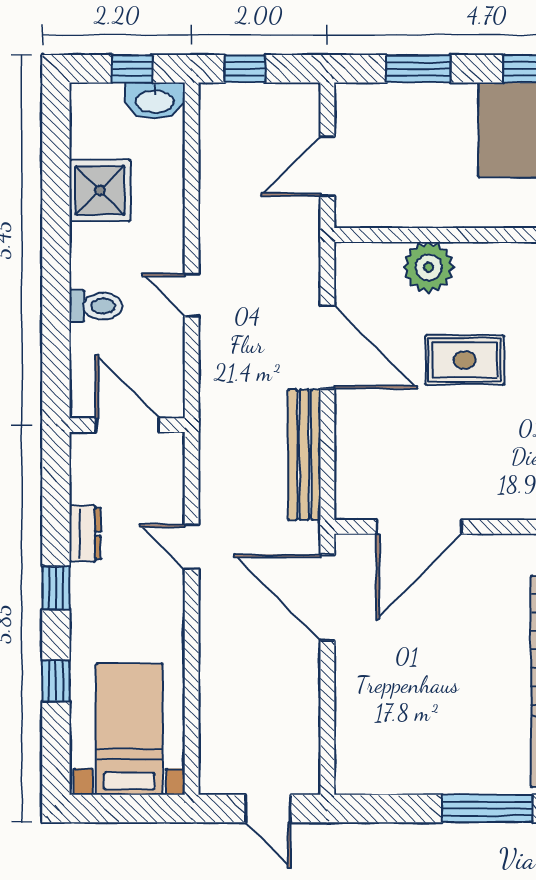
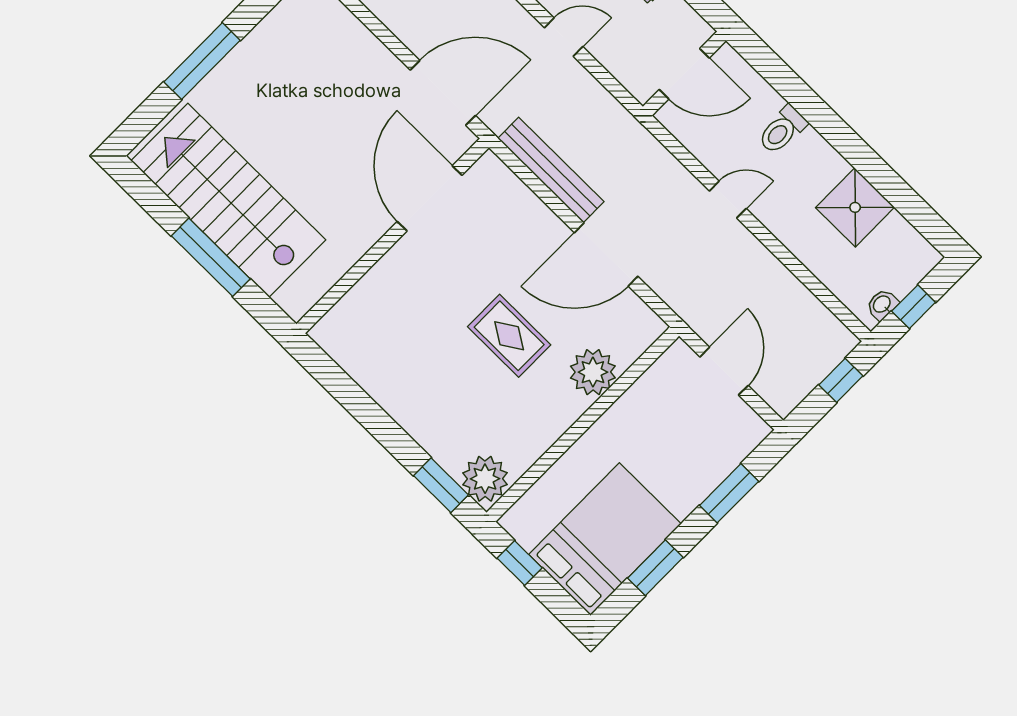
washbasin: (155, 100) -> (882, 305), width x0.52, depth x0.69
rug: (465, 360) -> (509, 336), turned 90

